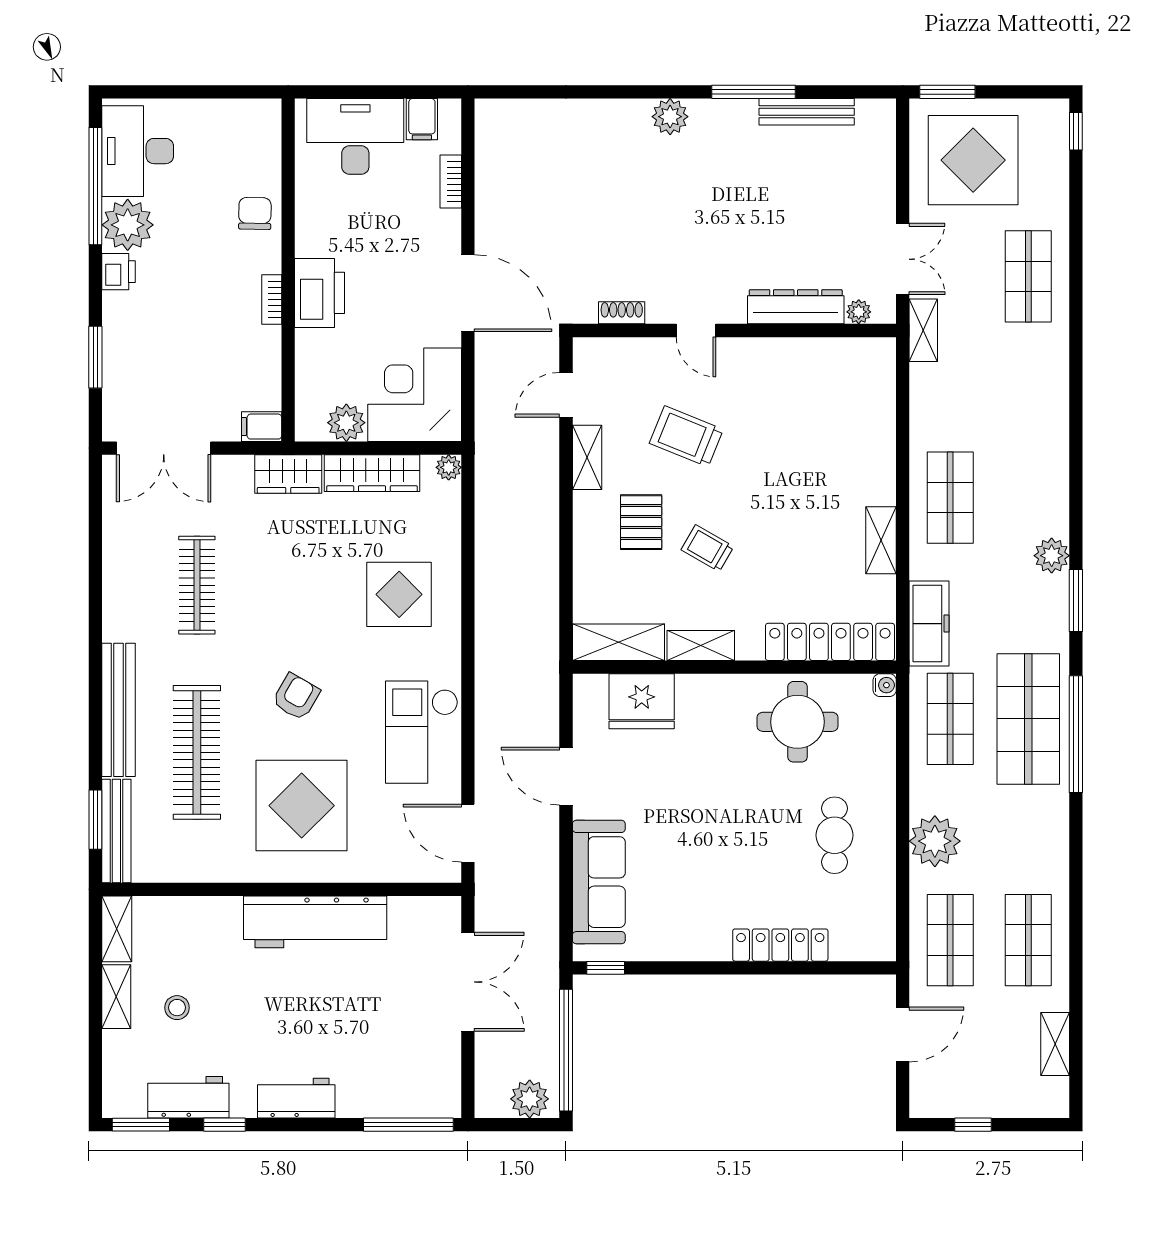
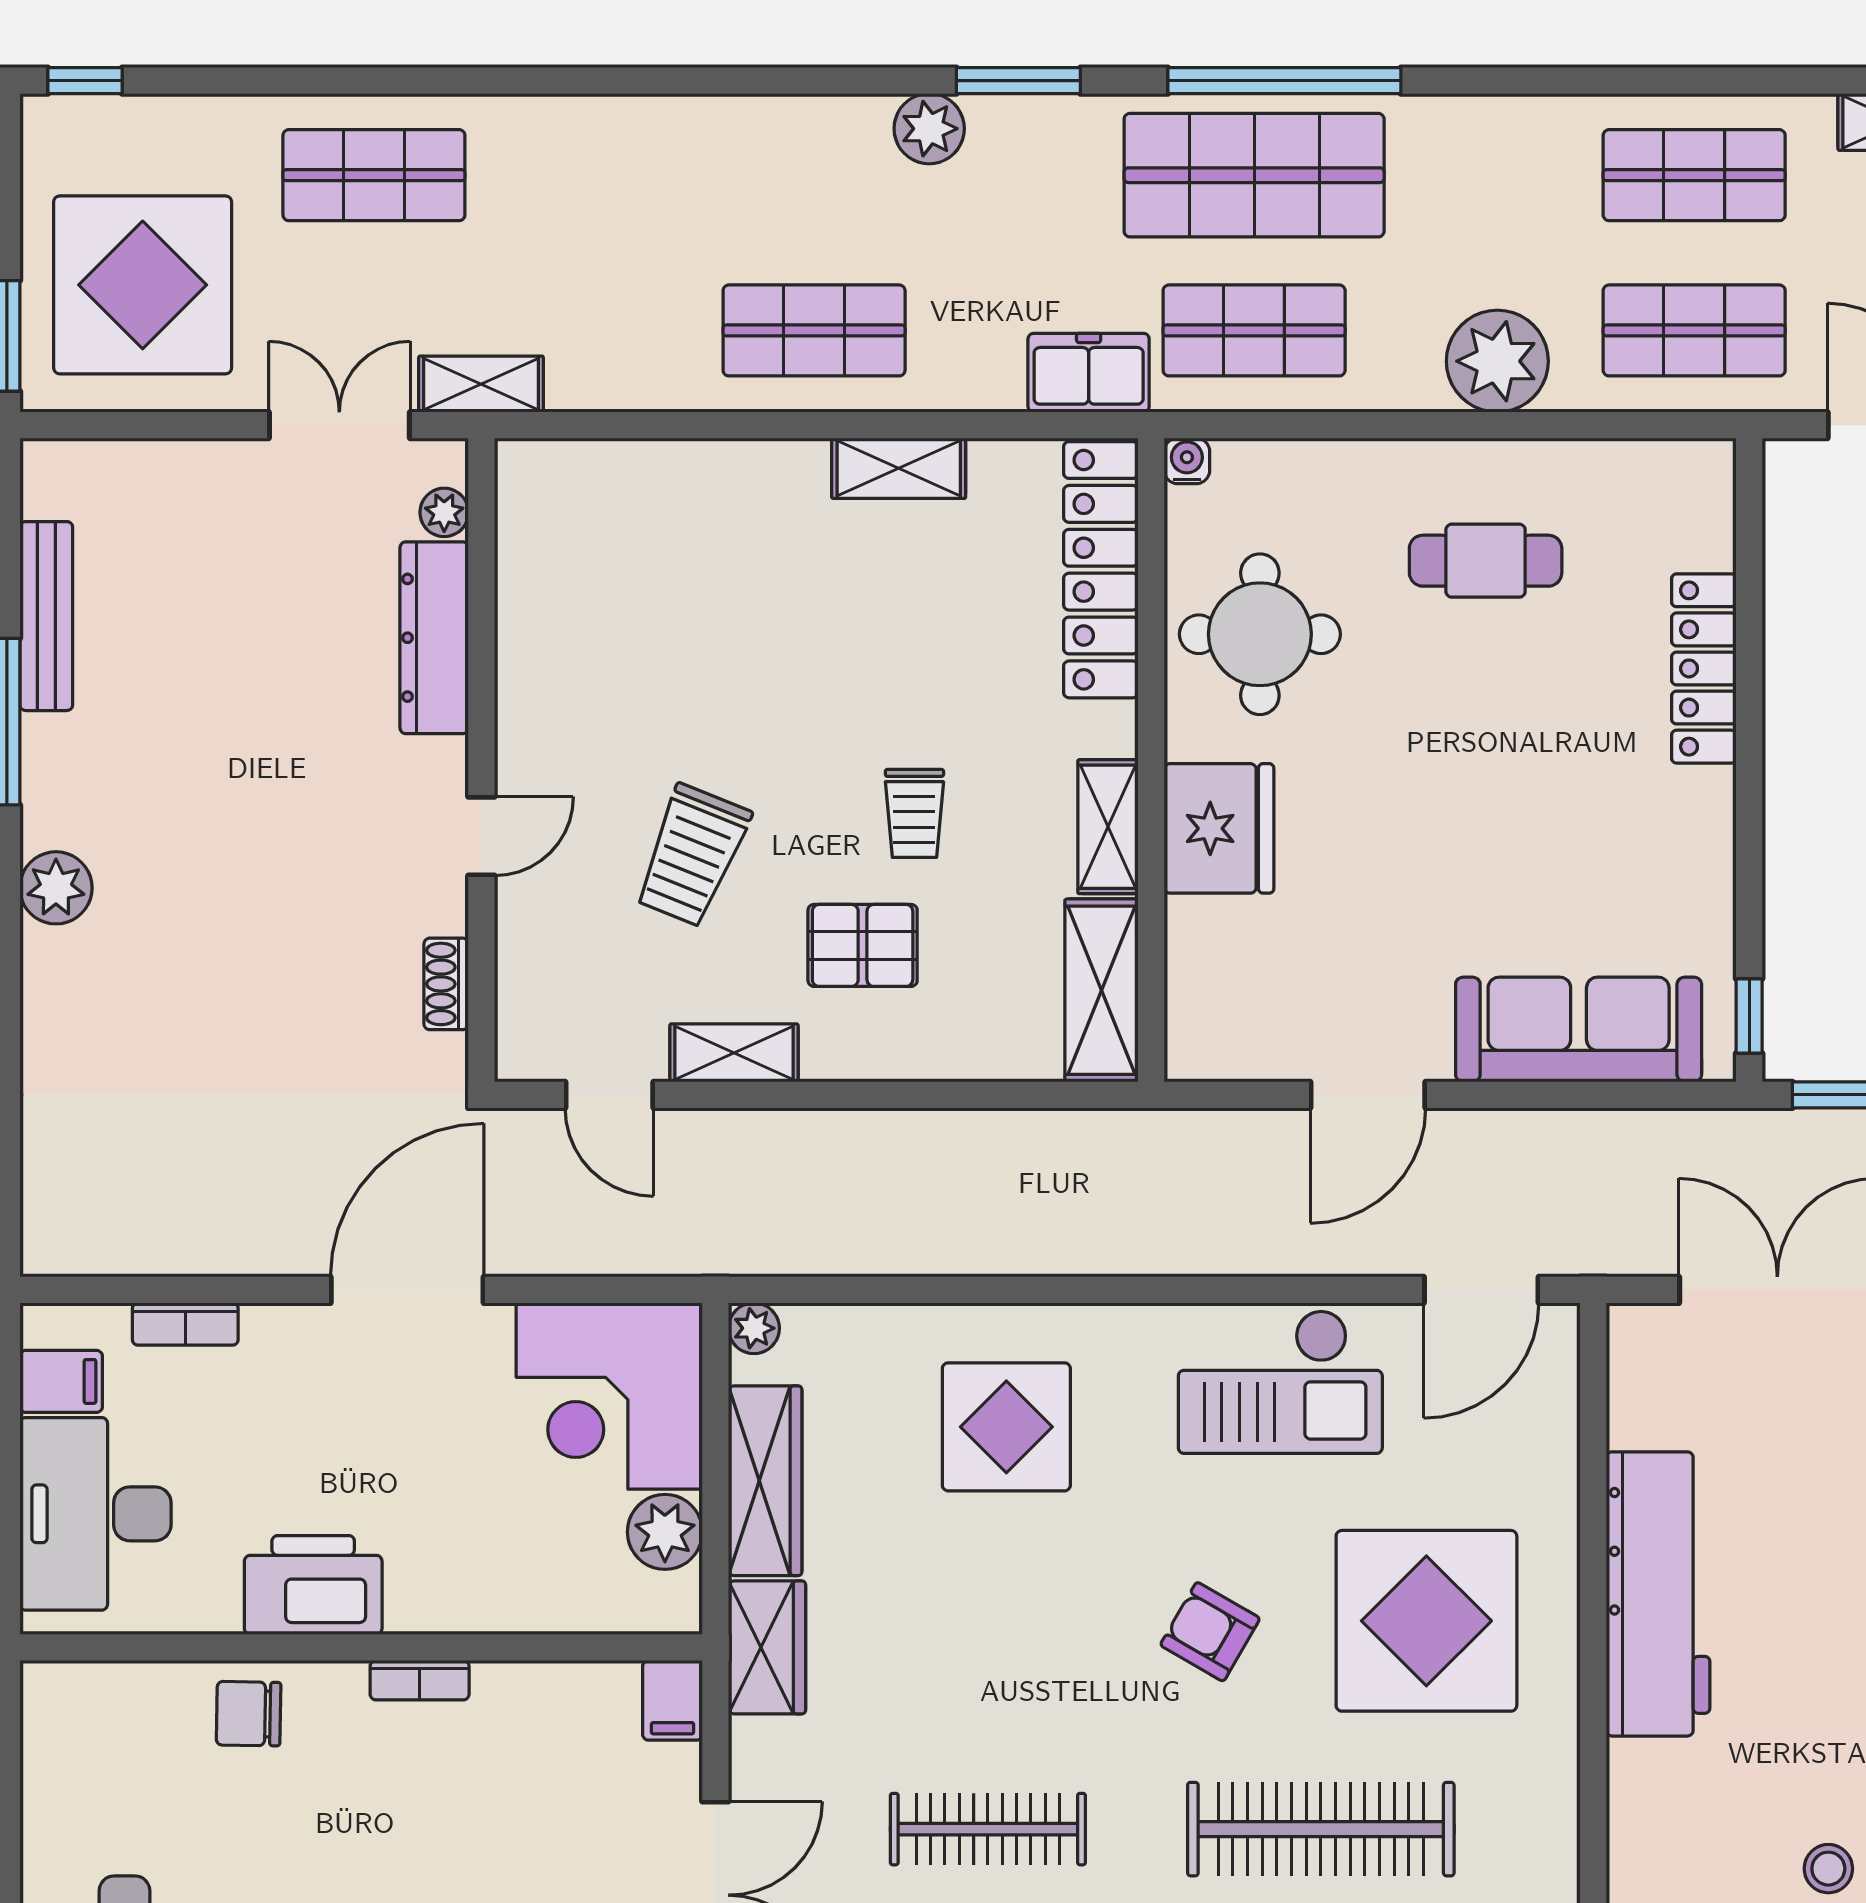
printer: (320, 293) -> (313, 1585), moved
trolley: (707, 548) -> (914, 813), turned -30
freezer: (929, 624) -> (1089, 373), width x0.71
fridge: (642, 701) -> (1219, 828), moved

